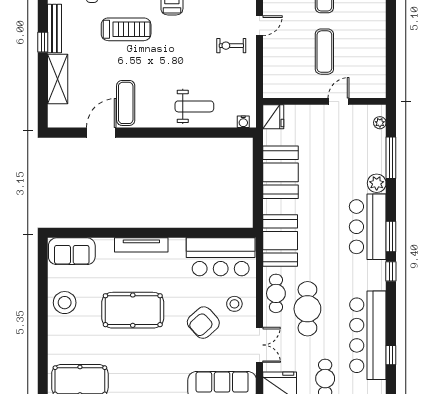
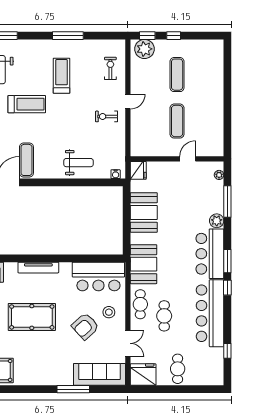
cafe table: (307, 309) -> (164, 316), width x0.73, depth x0.74
bar counter: (368, 335) -> (210, 313), moved

